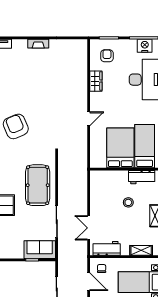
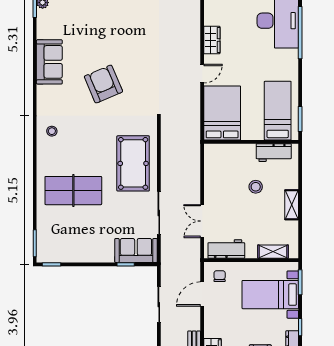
wardrobe: (96, 81) -> (212, 40), moved
bed: (120, 148) -> (222, 113), moved
door: (89, 282) -> (202, 294), swing flipped

